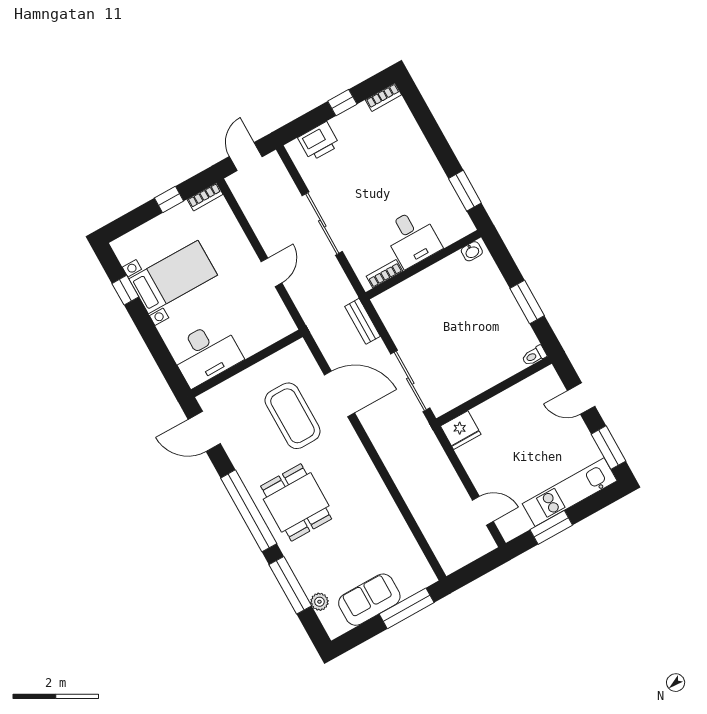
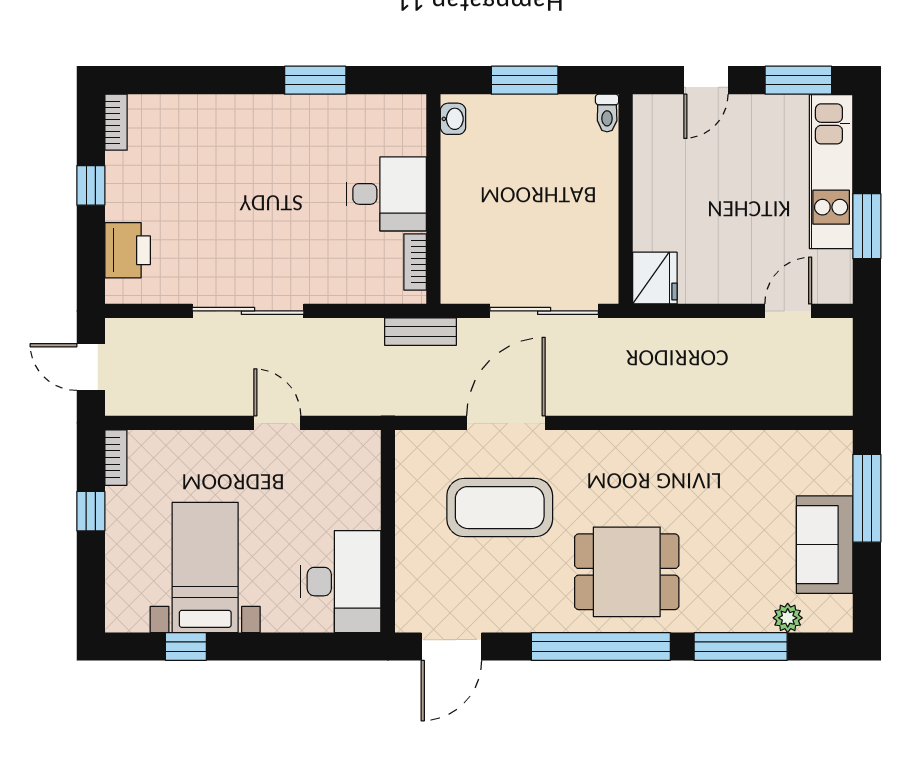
desk: (412, 238) -> (386, 194), moved
washbasin: (472, 251) -> (453, 119), moved
wall: (423, 265) -> (433, 199), moved
bookcase: (384, 274) -> (415, 262), moved

